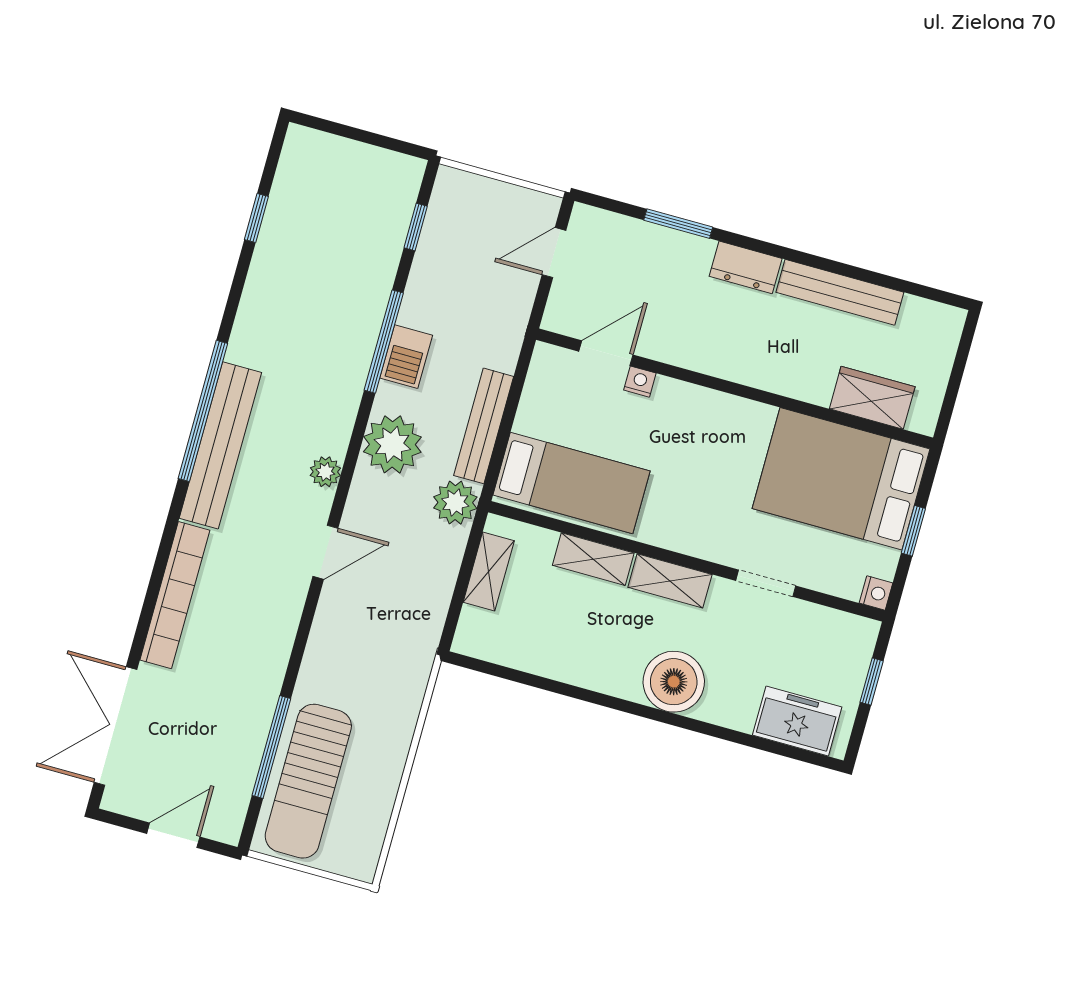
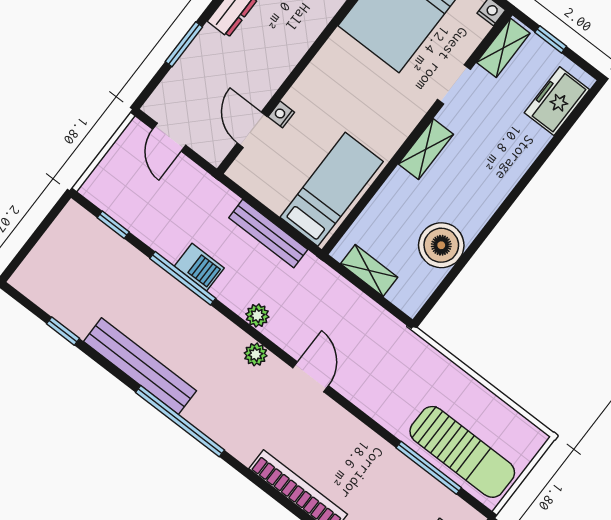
plant: (392, 444) -> (257, 315), width x0.53, depth x0.53
bench: (220, 445) -> (140, 366), moved
plant: (455, 503) -> (313, 274), removed
shelving: (593, 559) -> (503, 48), moved
boiler: (674, 682) -> (441, 245), moved

